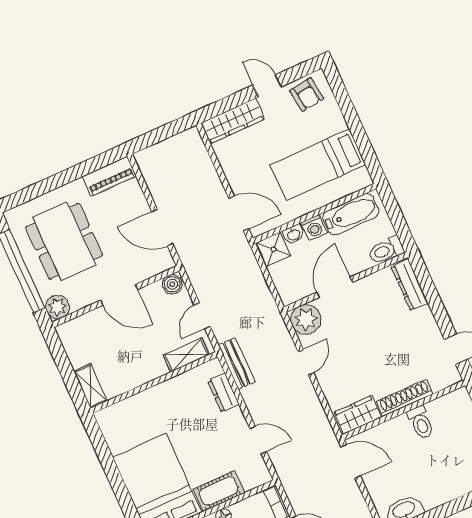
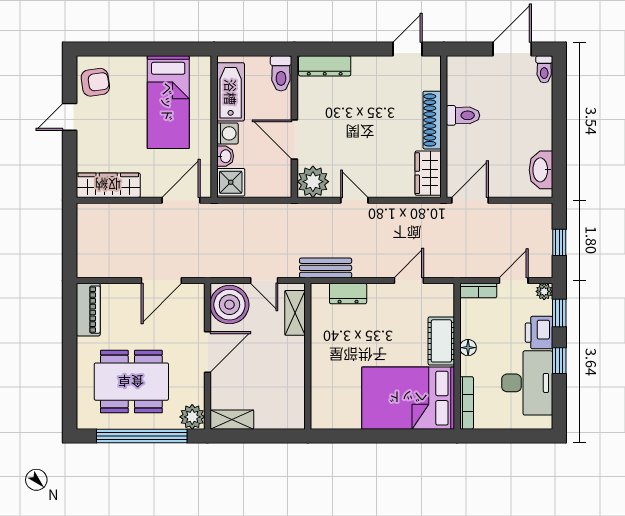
wardrobe: (233, 121) -> (108, 185), moved, turned -90
boiler: (172, 284) -> (229, 305), width x1.86, depth x1.86
shelving: (90, 386) -> (232, 420), moved

